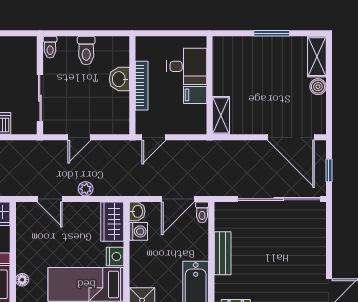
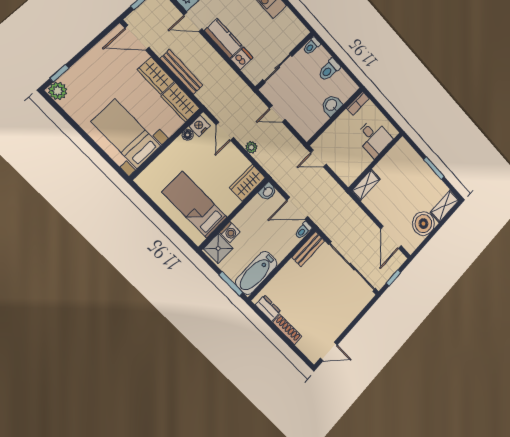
bookcase: (142, 86) -> (358, 103), moved, width x0.64
boiler: (318, 87) -> (423, 224), width x1.86, depth x1.86
filing cabinet: (195, 95) -> (363, 158), removed
door: (291, 137) -> (391, 237), width x0.73
washing machine: (138, 231) -> (230, 232), moved
bench: (223, 253) -> (308, 249), moved
nightstand: (115, 257) -> (200, 126), moved, turned 180
floor lamp: (22, 280) -> (188, 135), moved

